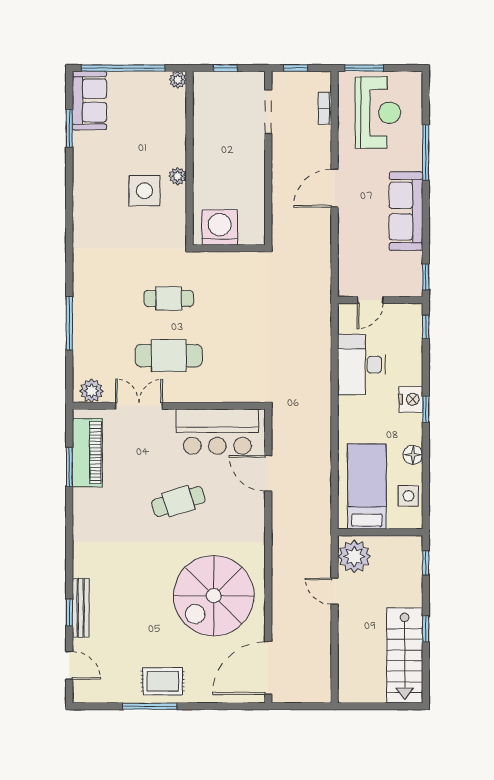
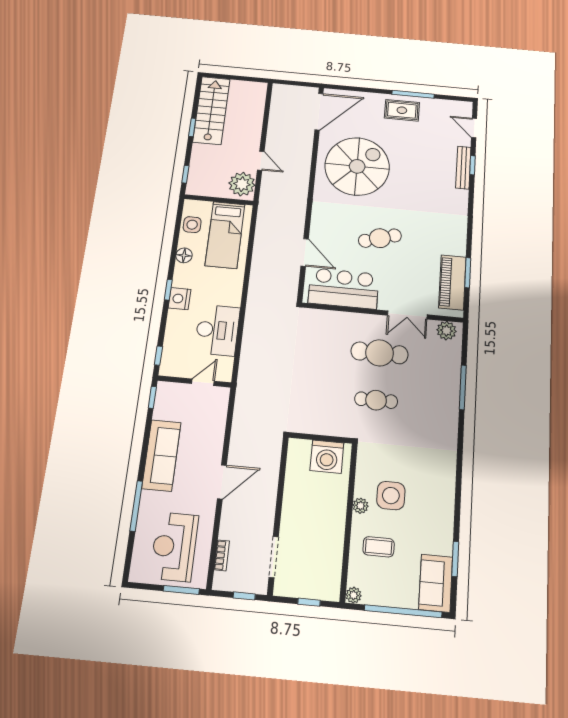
coffee table: (154, 133) -> (379, 547), added

